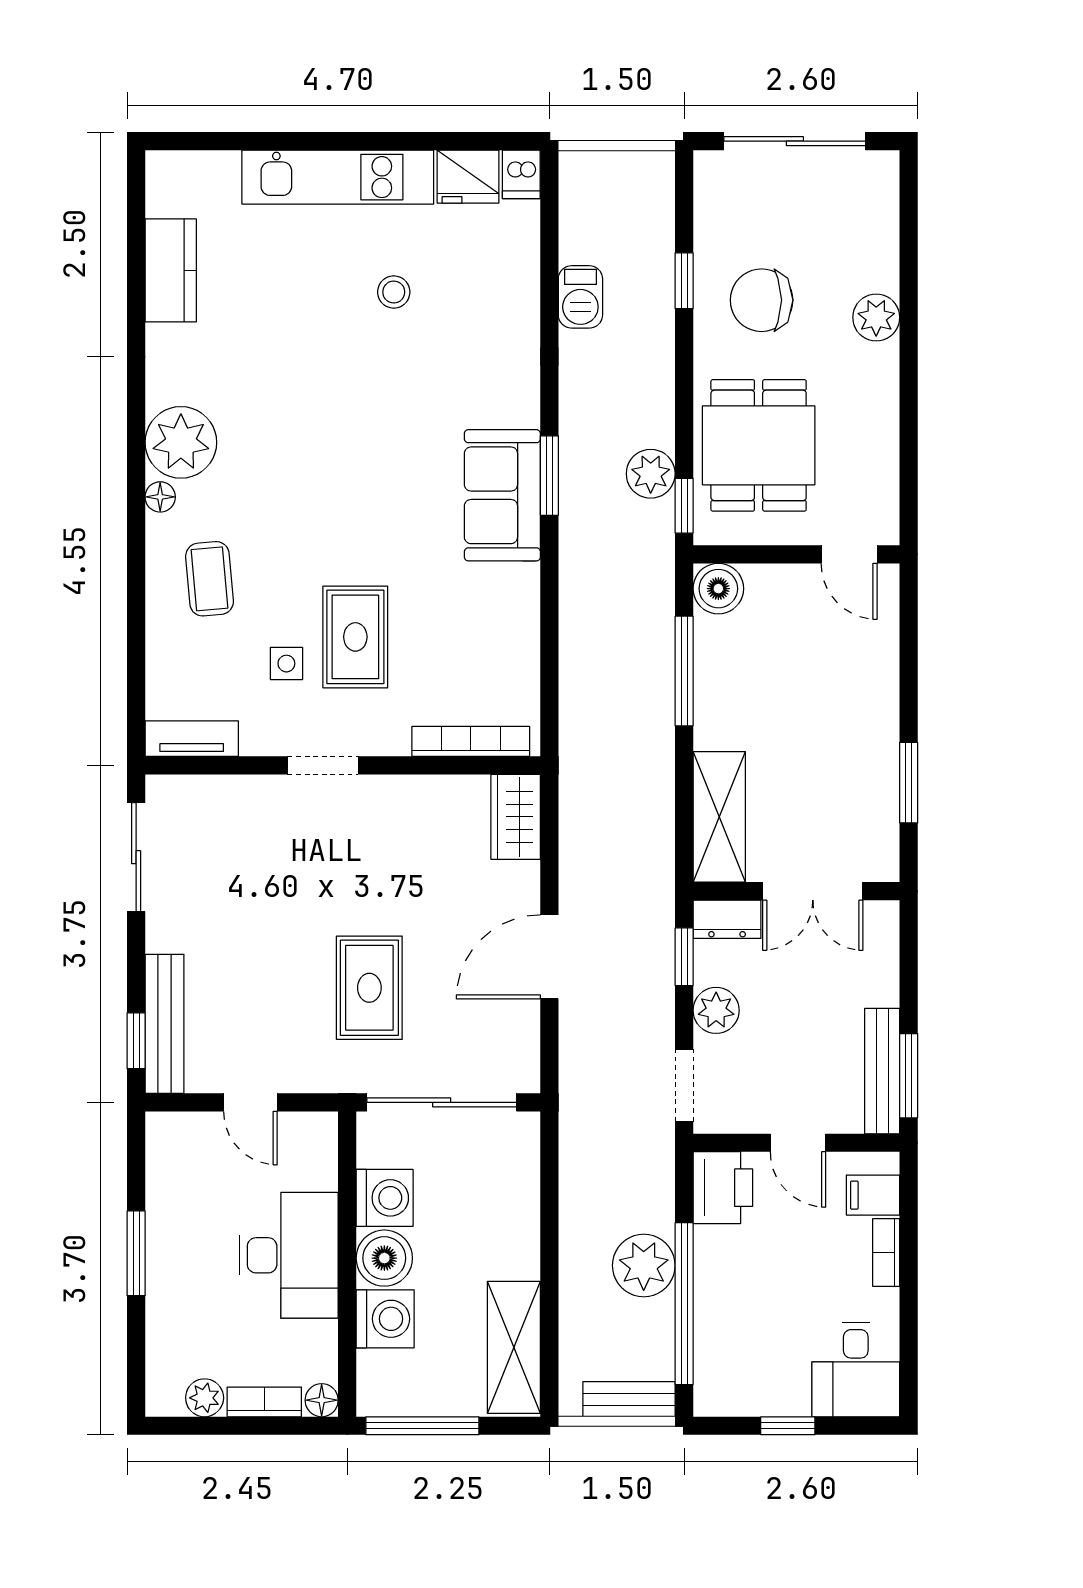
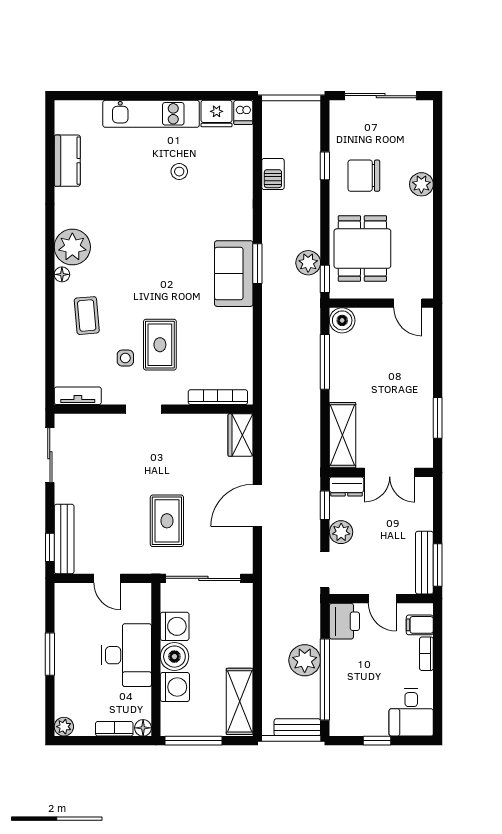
plant: (205, 1398) -> (64, 727), moved

